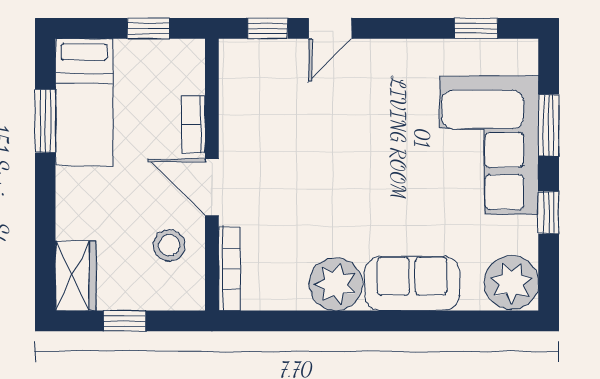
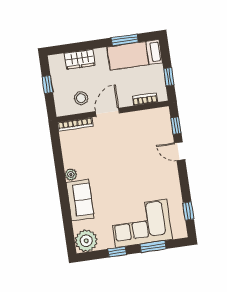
bookcase: (194, 125) -> (145, 99), moved
wardrobe: (76, 276) -> (80, 59), moved
plant: (336, 284) -> (71, 175), width x0.53, depth x0.53

